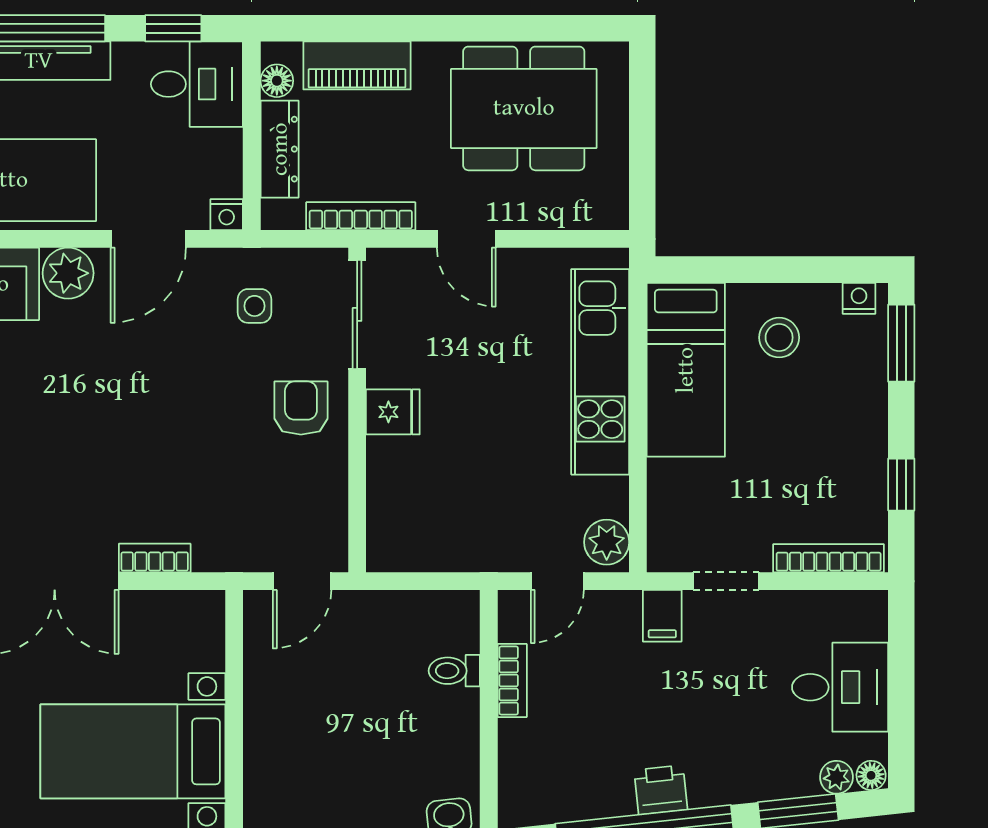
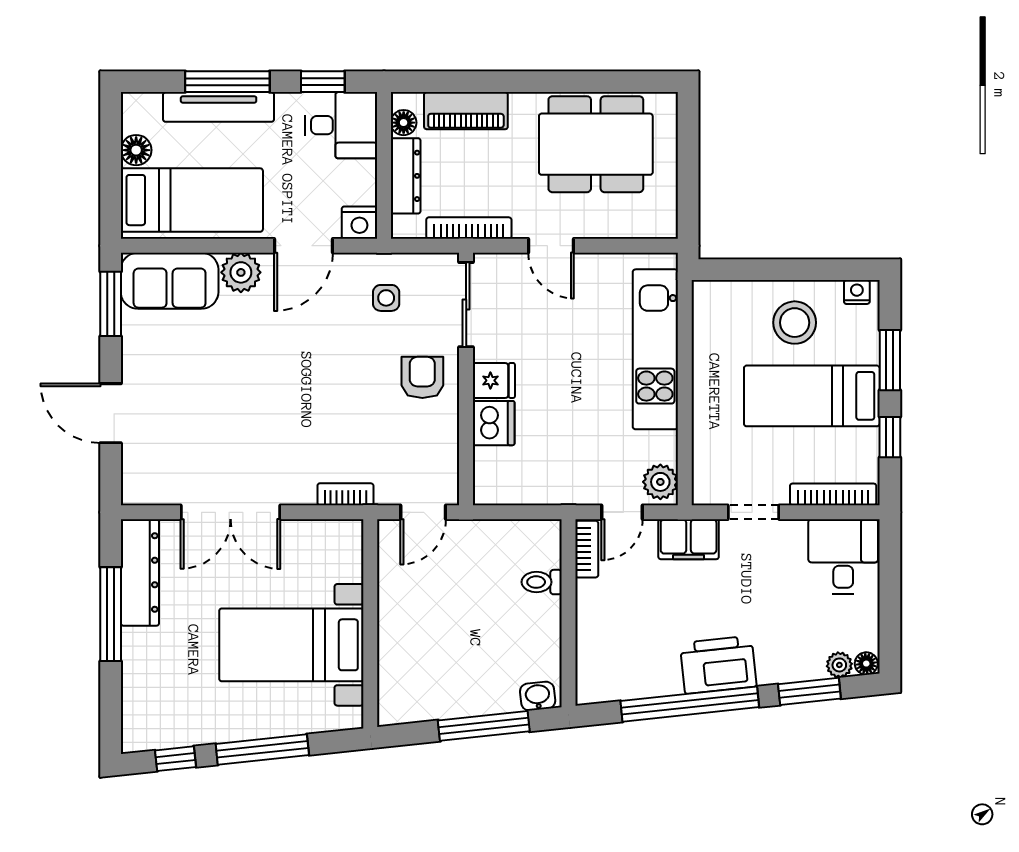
nightstand: (227, 215) -> (359, 223), width x1.39, depth x1.35
stool: (779, 338) -> (795, 323), width x1.38, depth x1.38
window: (901, 343) -> (890, 360), moved
bed: (686, 370) -> (812, 396), moved, turned 90
dishwasher: (393, 467) -> (494, 423), added
bookcase: (155, 558) -> (345, 494), moved
filing cabinet: (662, 616) -> (689, 539), width x2.00
bookcase: (512, 680) -> (587, 549), moved
desk: (840, 687) -> (843, 557), moved, turned -90
printer: (661, 790) -> (718, 665), width x1.87, depth x1.48

